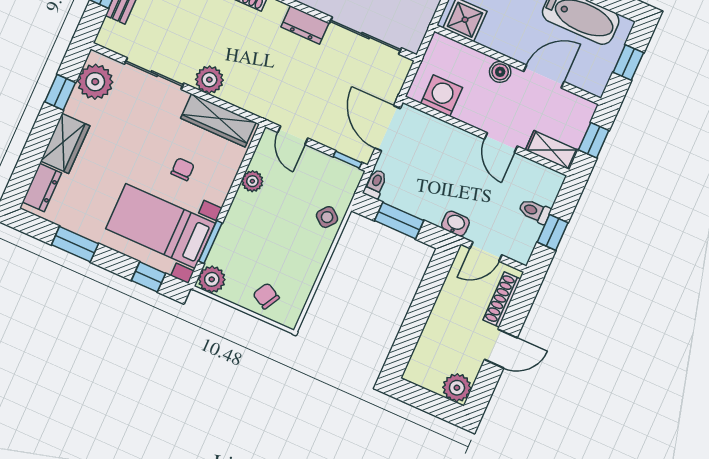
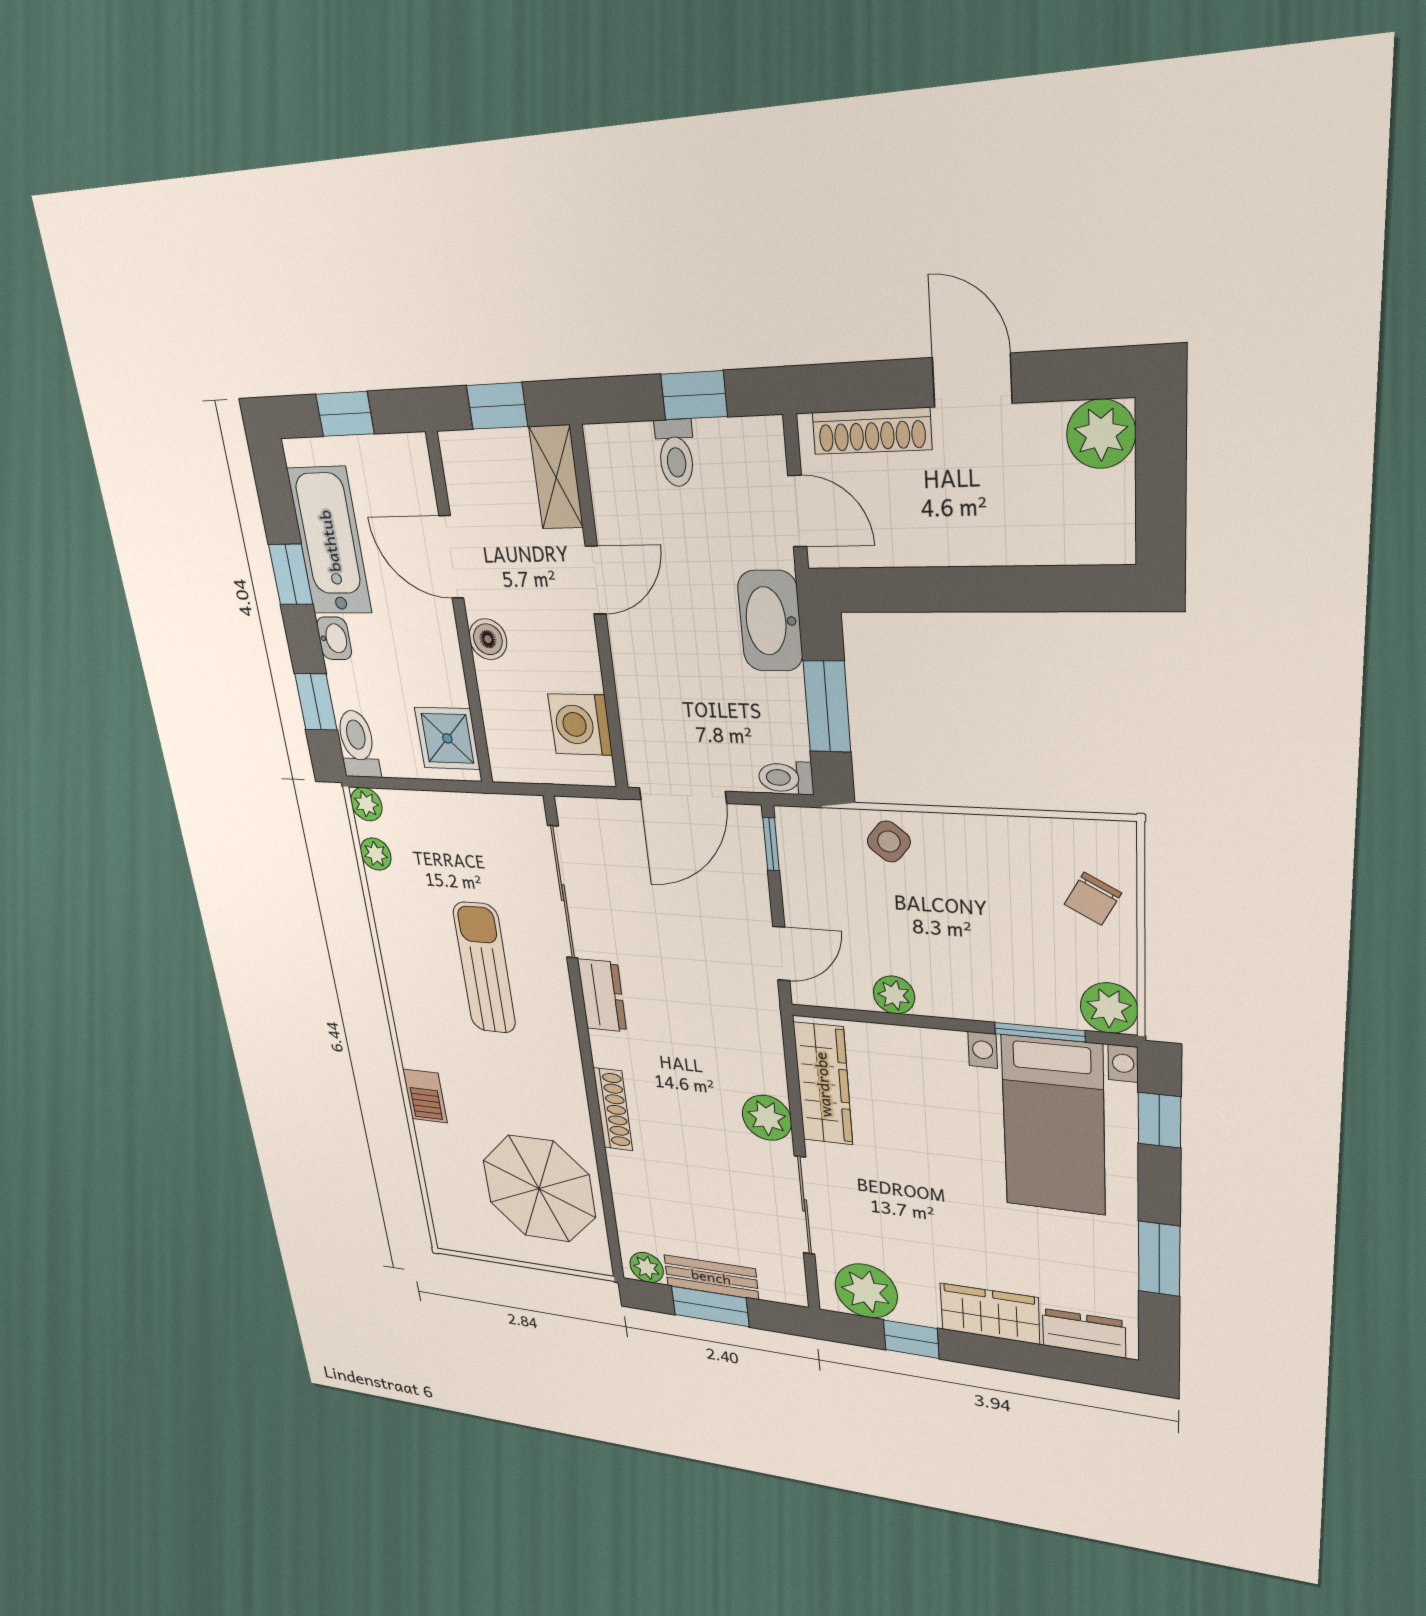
chair: (183, 169) -> (935, 1117), removed
washbasin: (455, 224) -> (770, 621), width x1.91, depth x1.45

